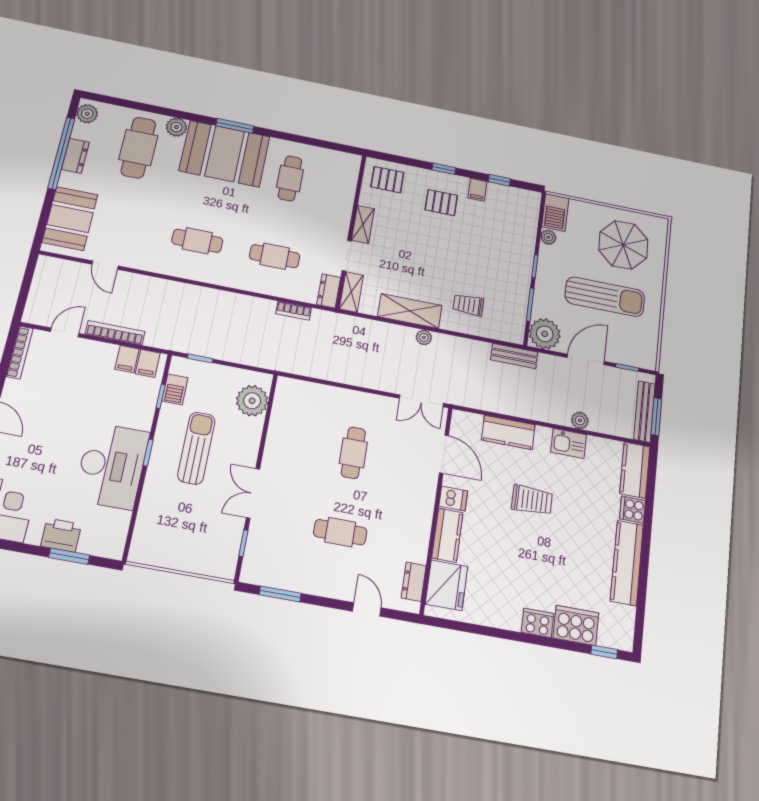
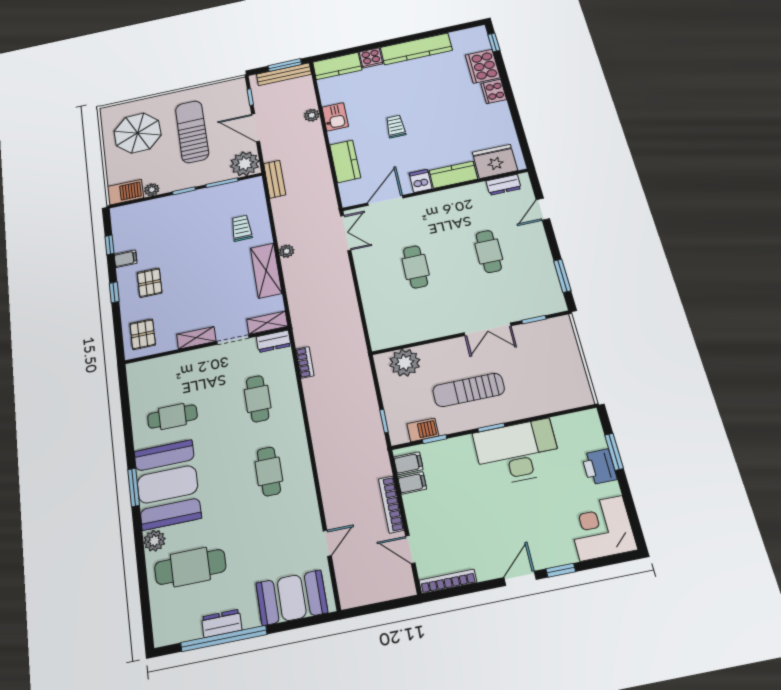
plant: (87, 114) -> (170, 633), removed
trolley: (468, 305) -> (241, 228), turned 180
cafe table: (353, 453) -> (416, 267), turned 90
trolley: (532, 500) -> (396, 126), width x0.73, depth x0.72

